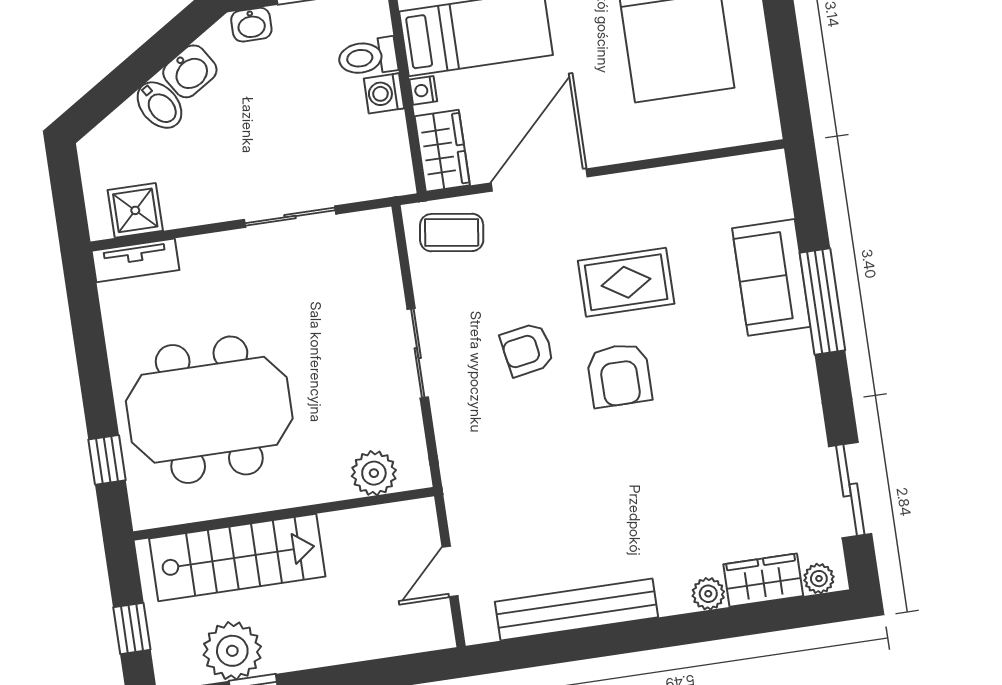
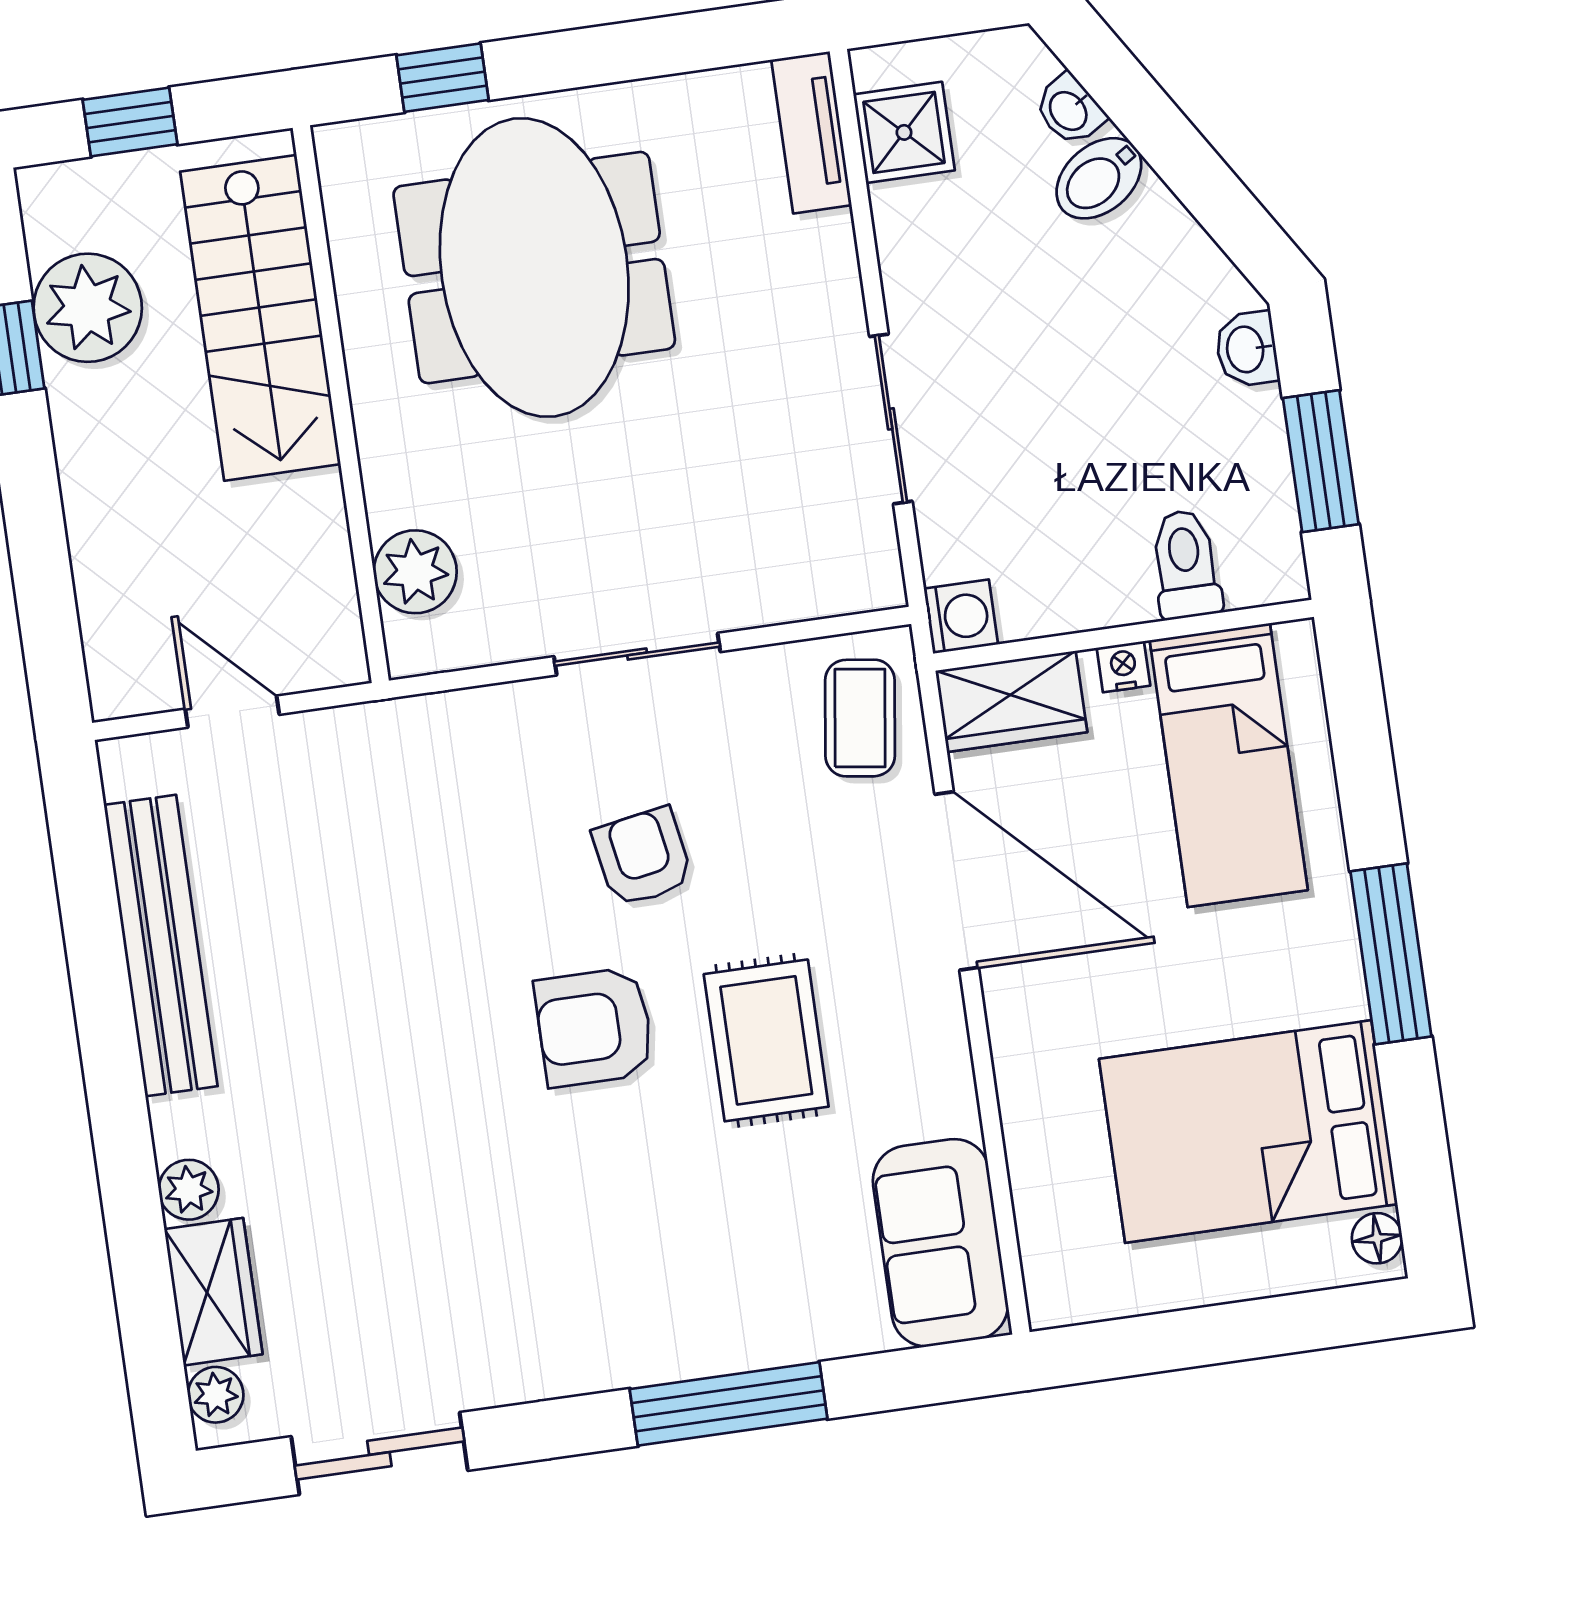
washbasin: (190, 71) -> (1069, 110), moved, width x0.72, depth x0.69
washing machine: (384, 93) -> (961, 617), moved, turned 90
sofa: (771, 277) -> (940, 1243), moved, turned -90

